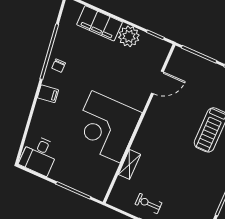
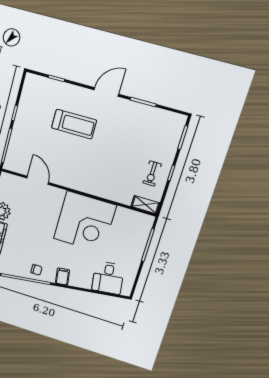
desk: (39, 155) -> (108, 278), moved, turned 82
shelving: (129, 164) -> (145, 205), moved

